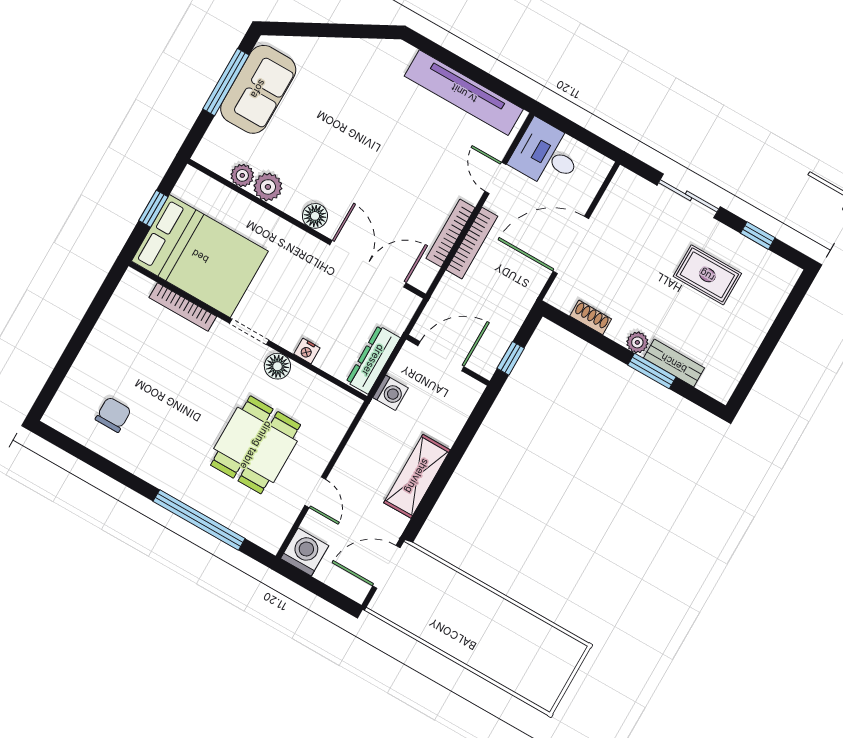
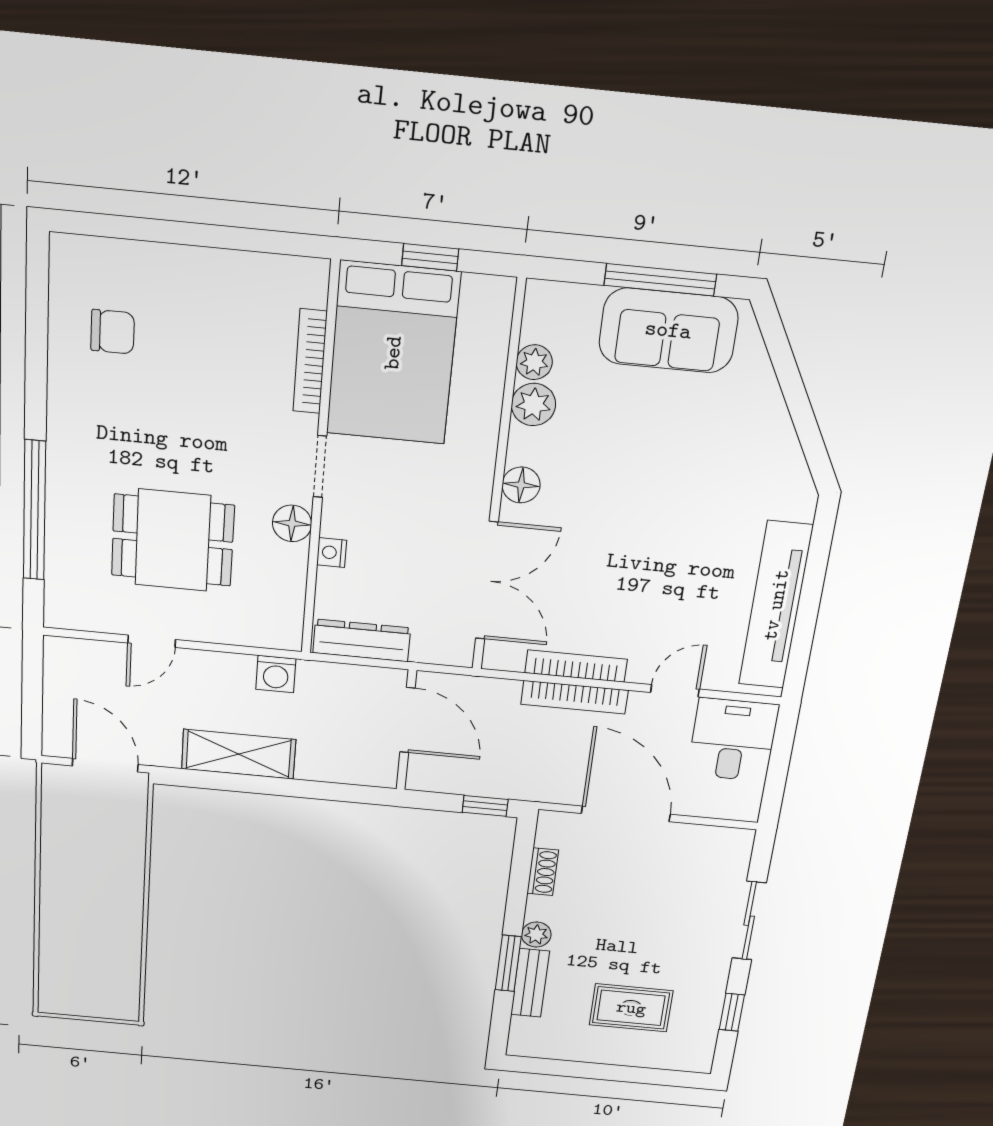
rug: (707, 275) -> (631, 1008), moved, turned 90
window: (511, 358) -> (485, 806), moved
washing machine: (391, 393) -> (276, 674), moved
washing machine: (305, 552) -> (68, 661), removed

